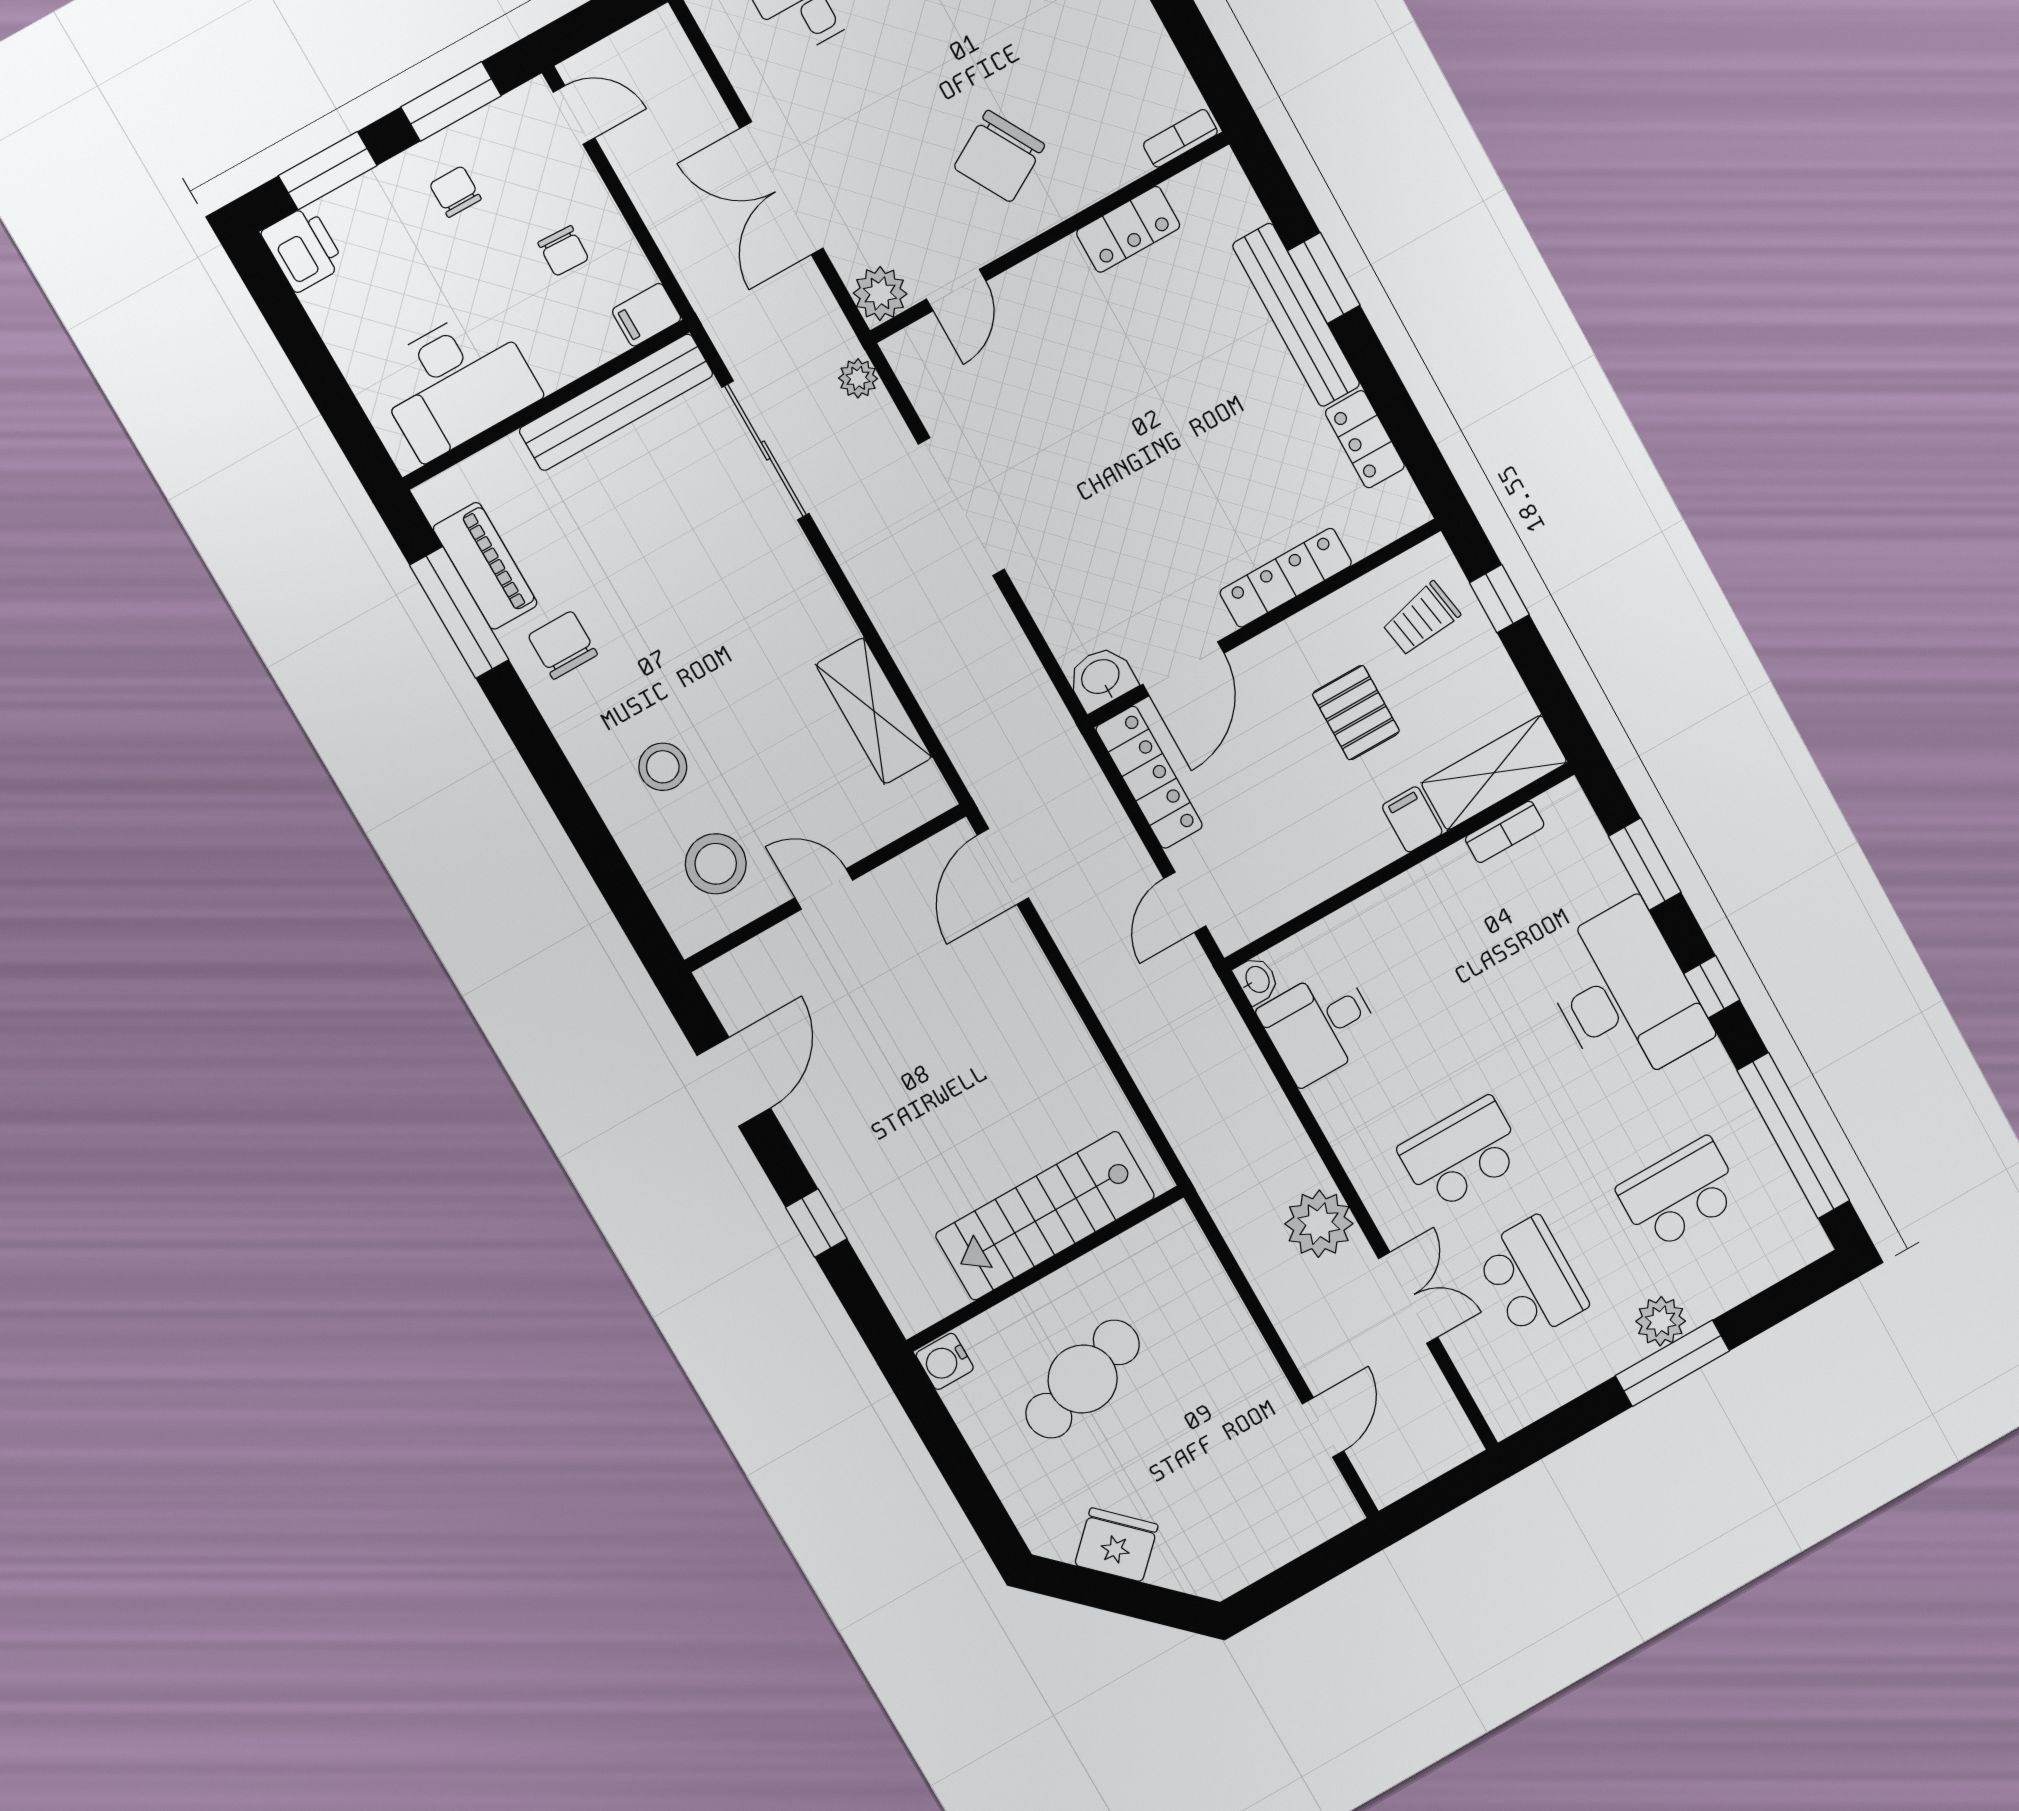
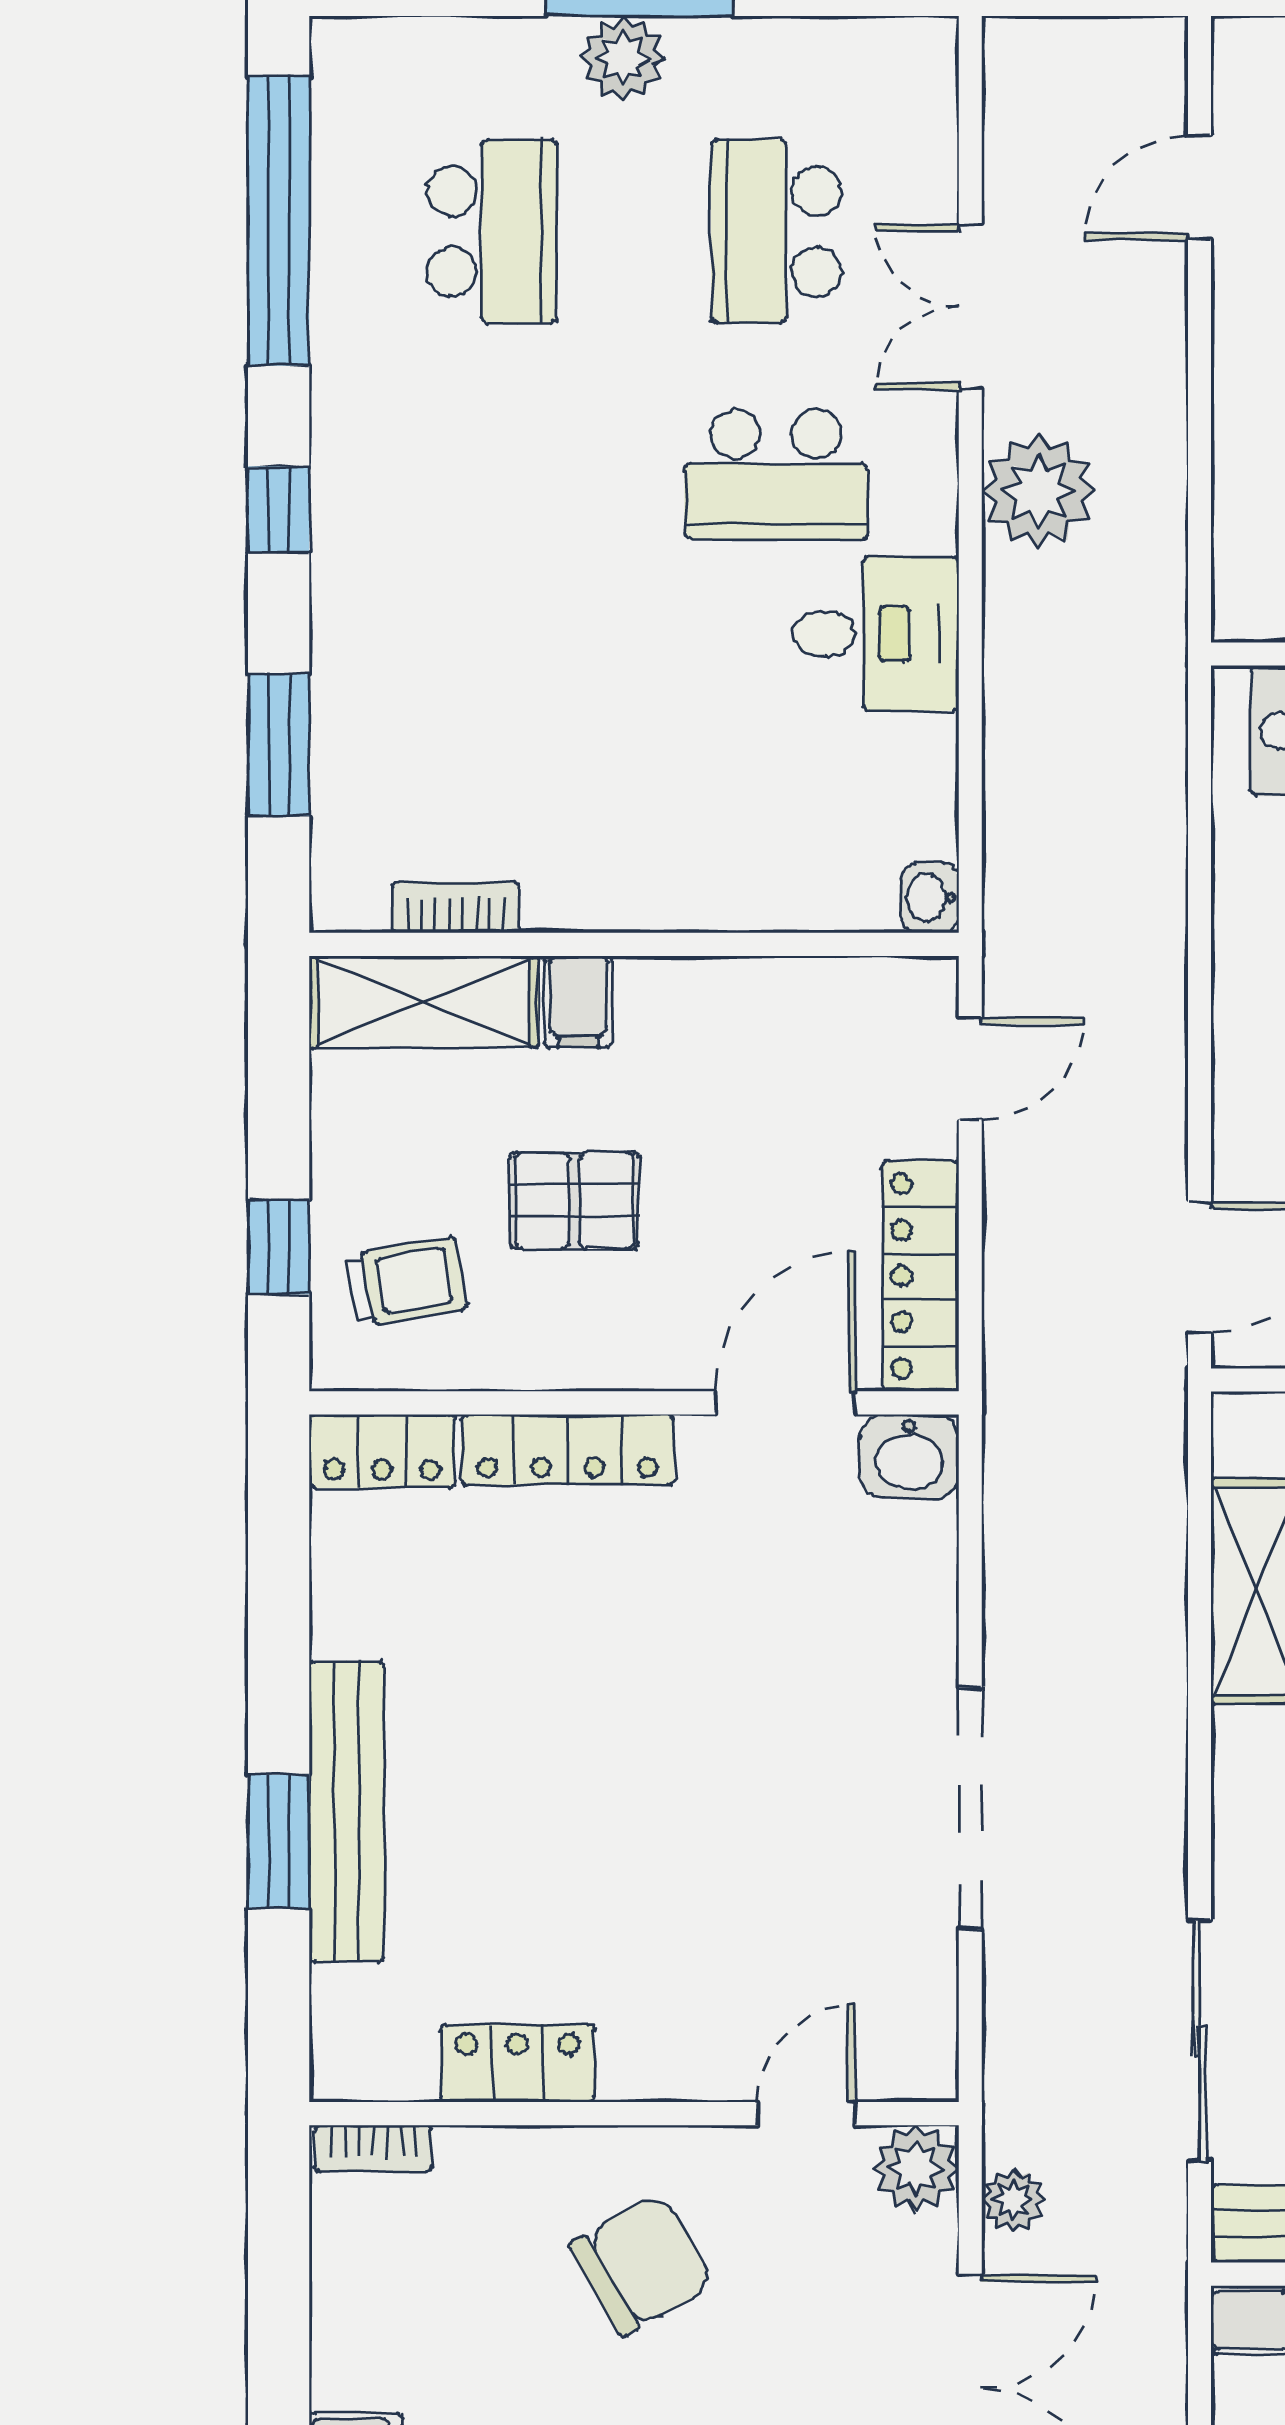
plant: (858, 378) -> (1013, 2200), moved
locker: (1365, 439) -> (382, 1451), moved, turned 90
pallet: (1356, 713) -> (574, 1201), turned 90
desk: (1624, 995) -> (413, 571), removed
desk: (1320, 1025) -> (876, 634), moved
school desk: (1679, 1194) -> (492, 231), turned -90

